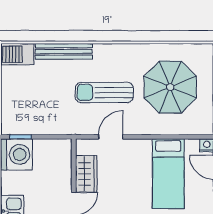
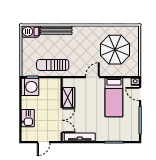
sun lounger: (104, 92) -> (53, 65), moved
door: (111, 137) -> (92, 77), moved

